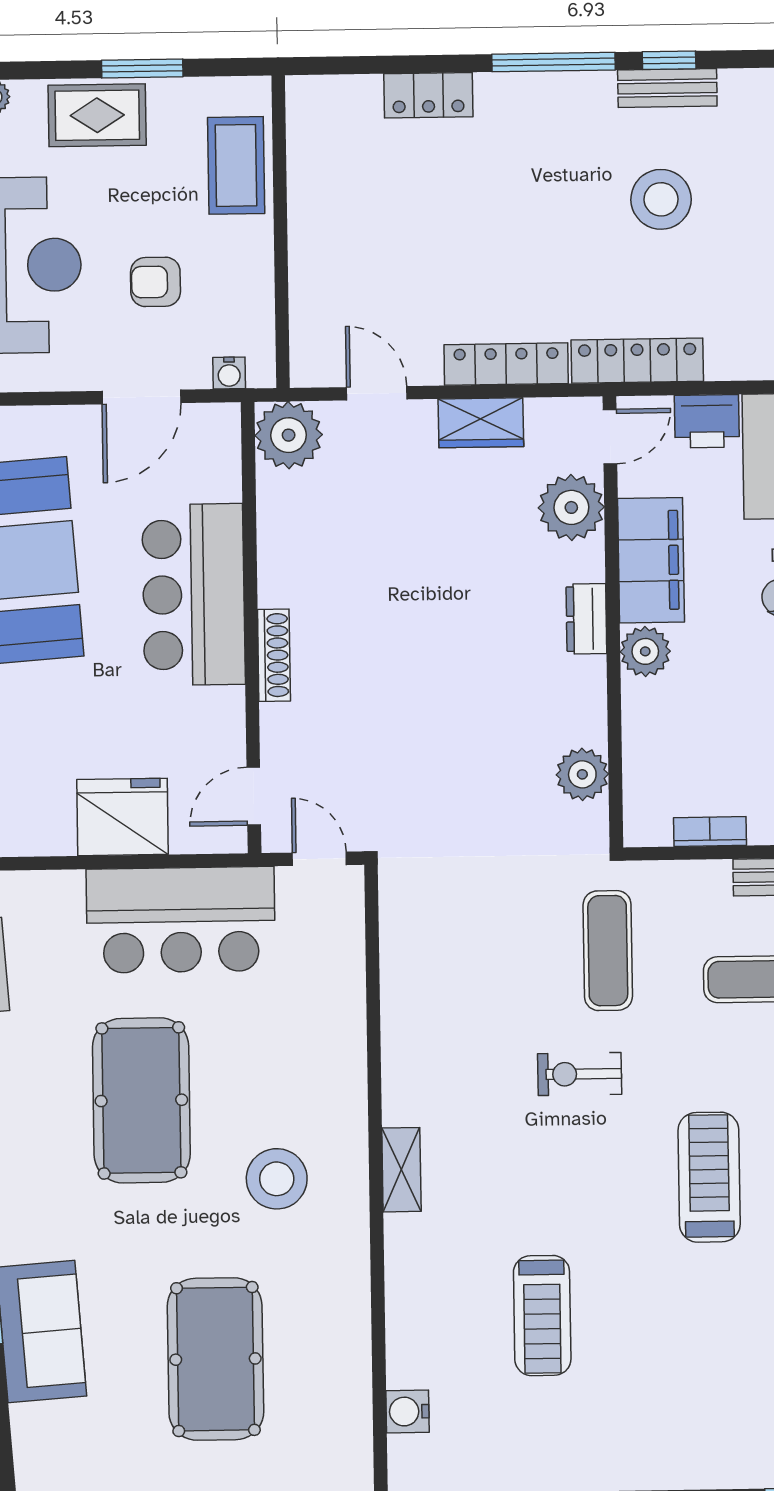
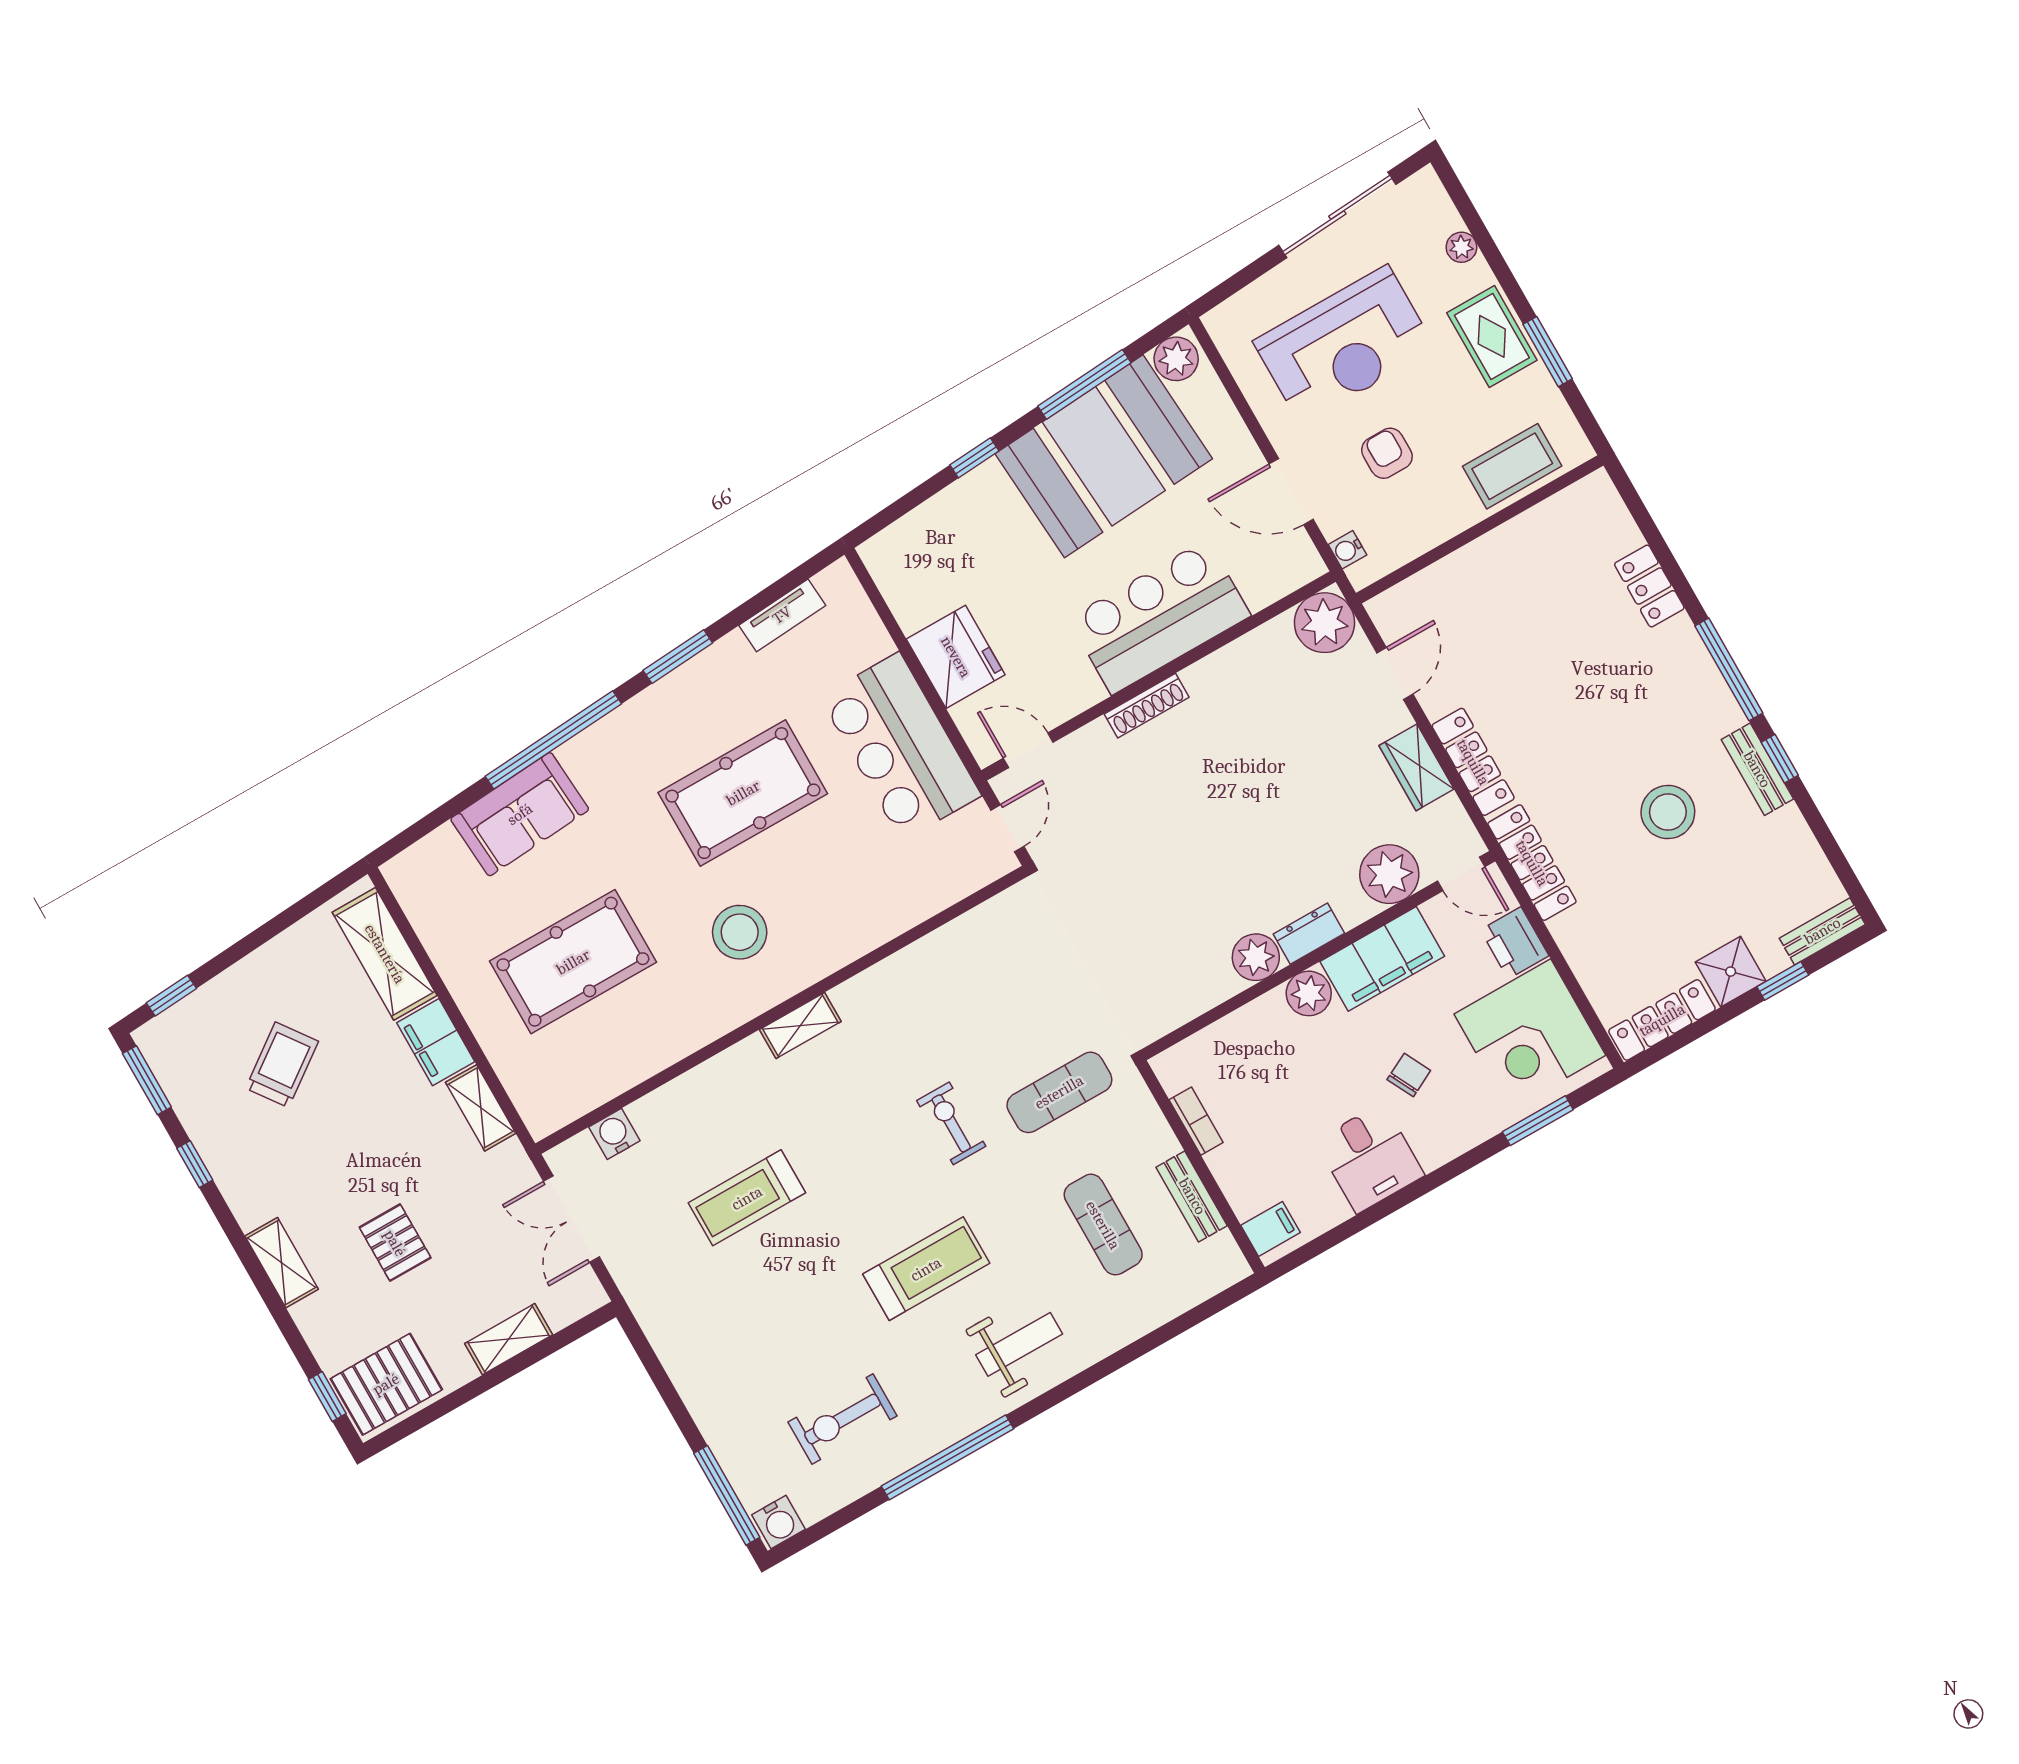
plant: (582, 774) -> (1256, 957), moved

